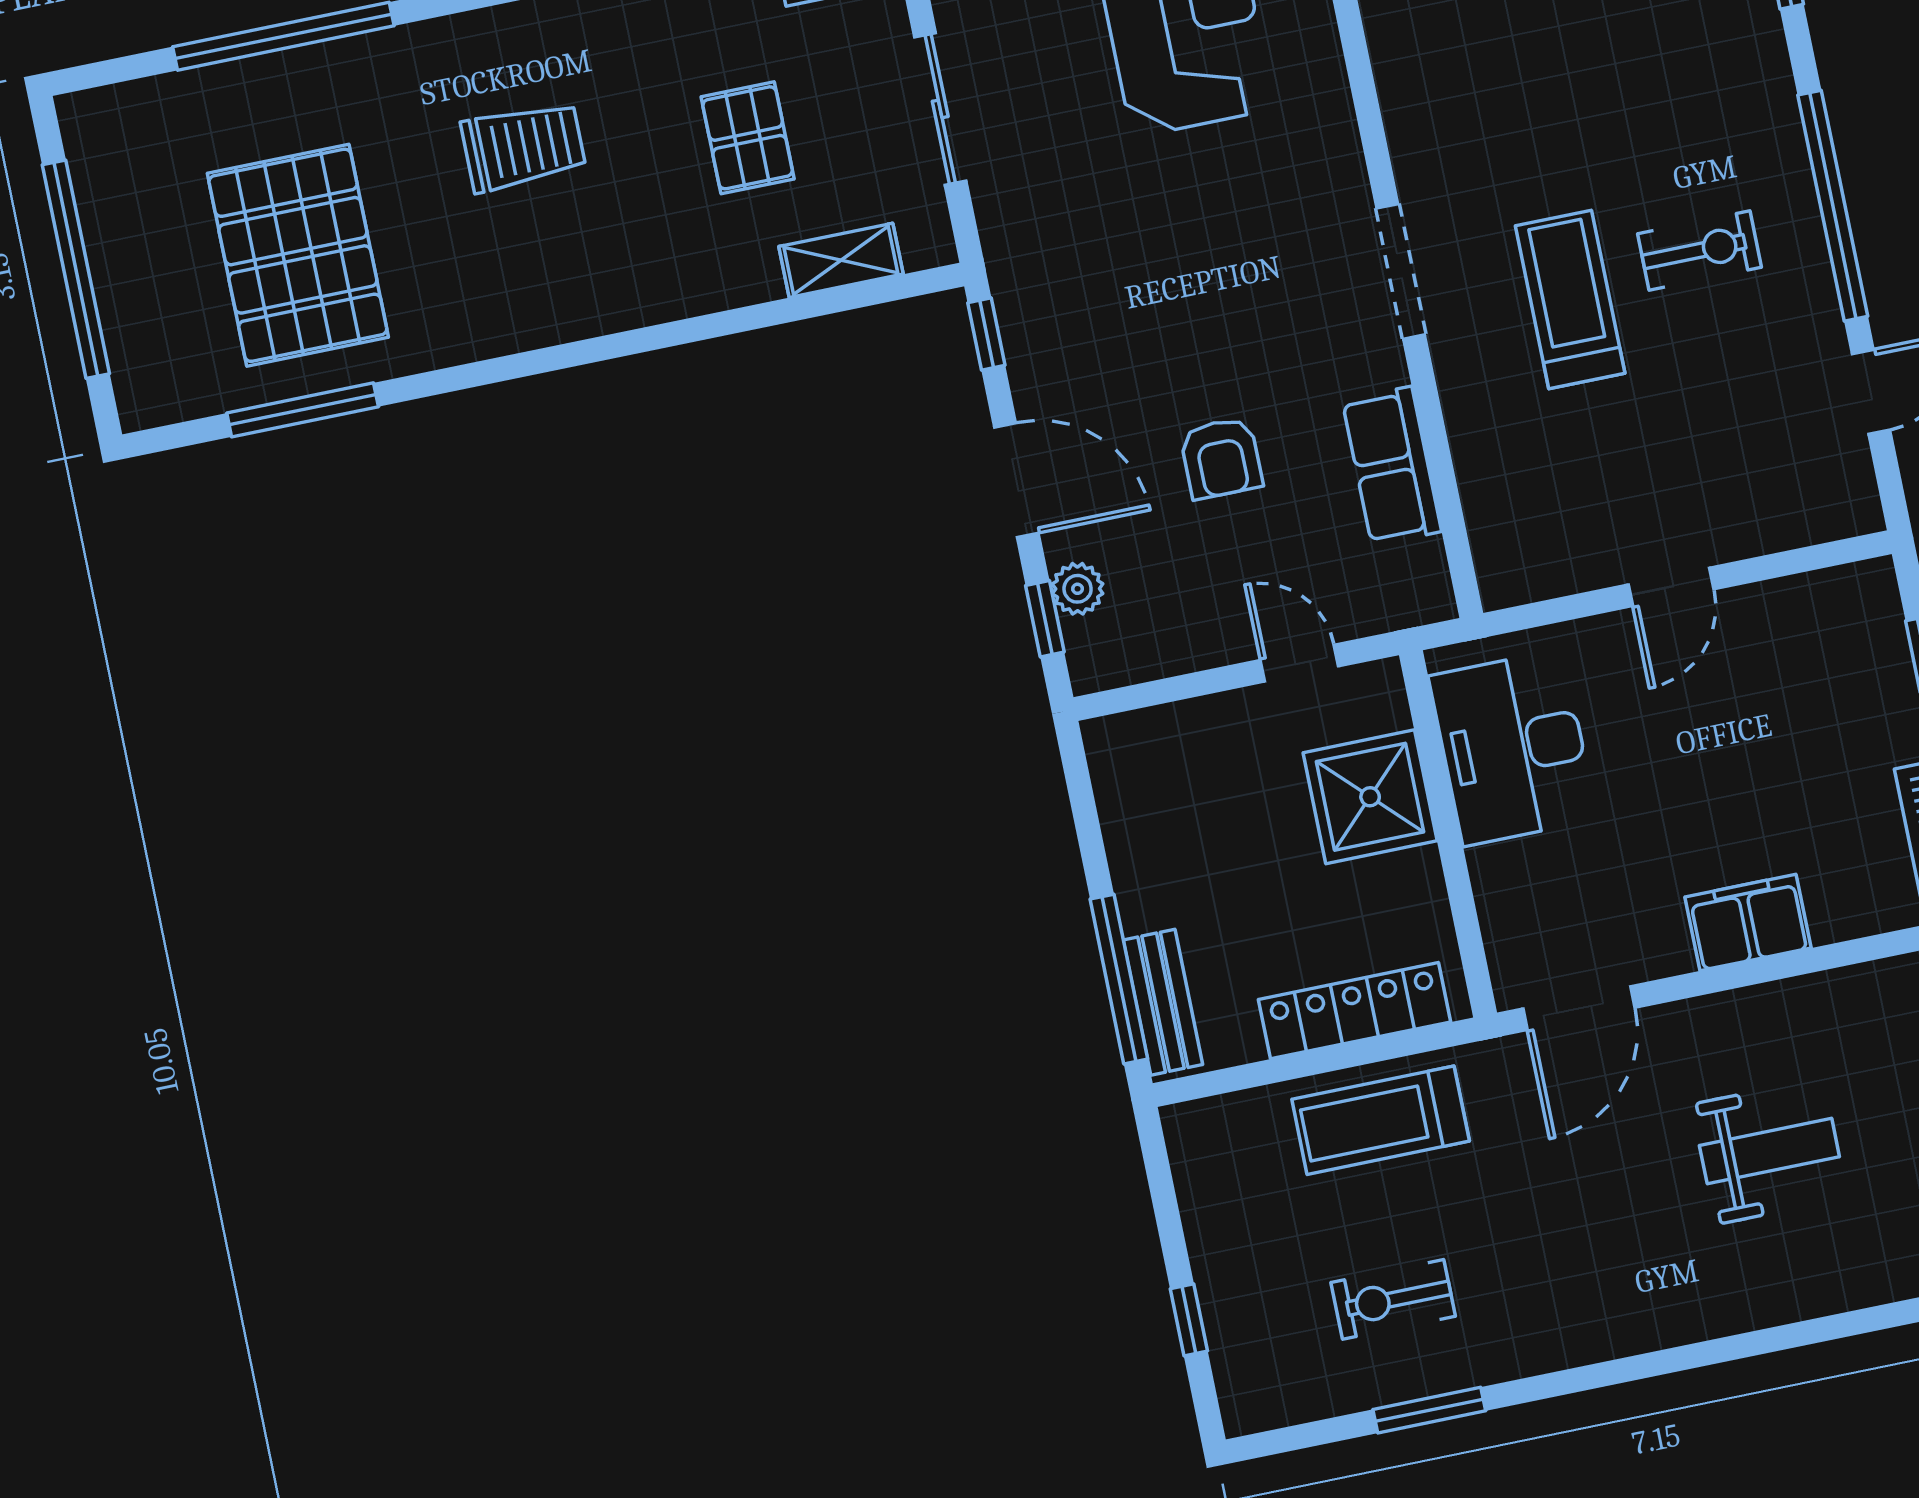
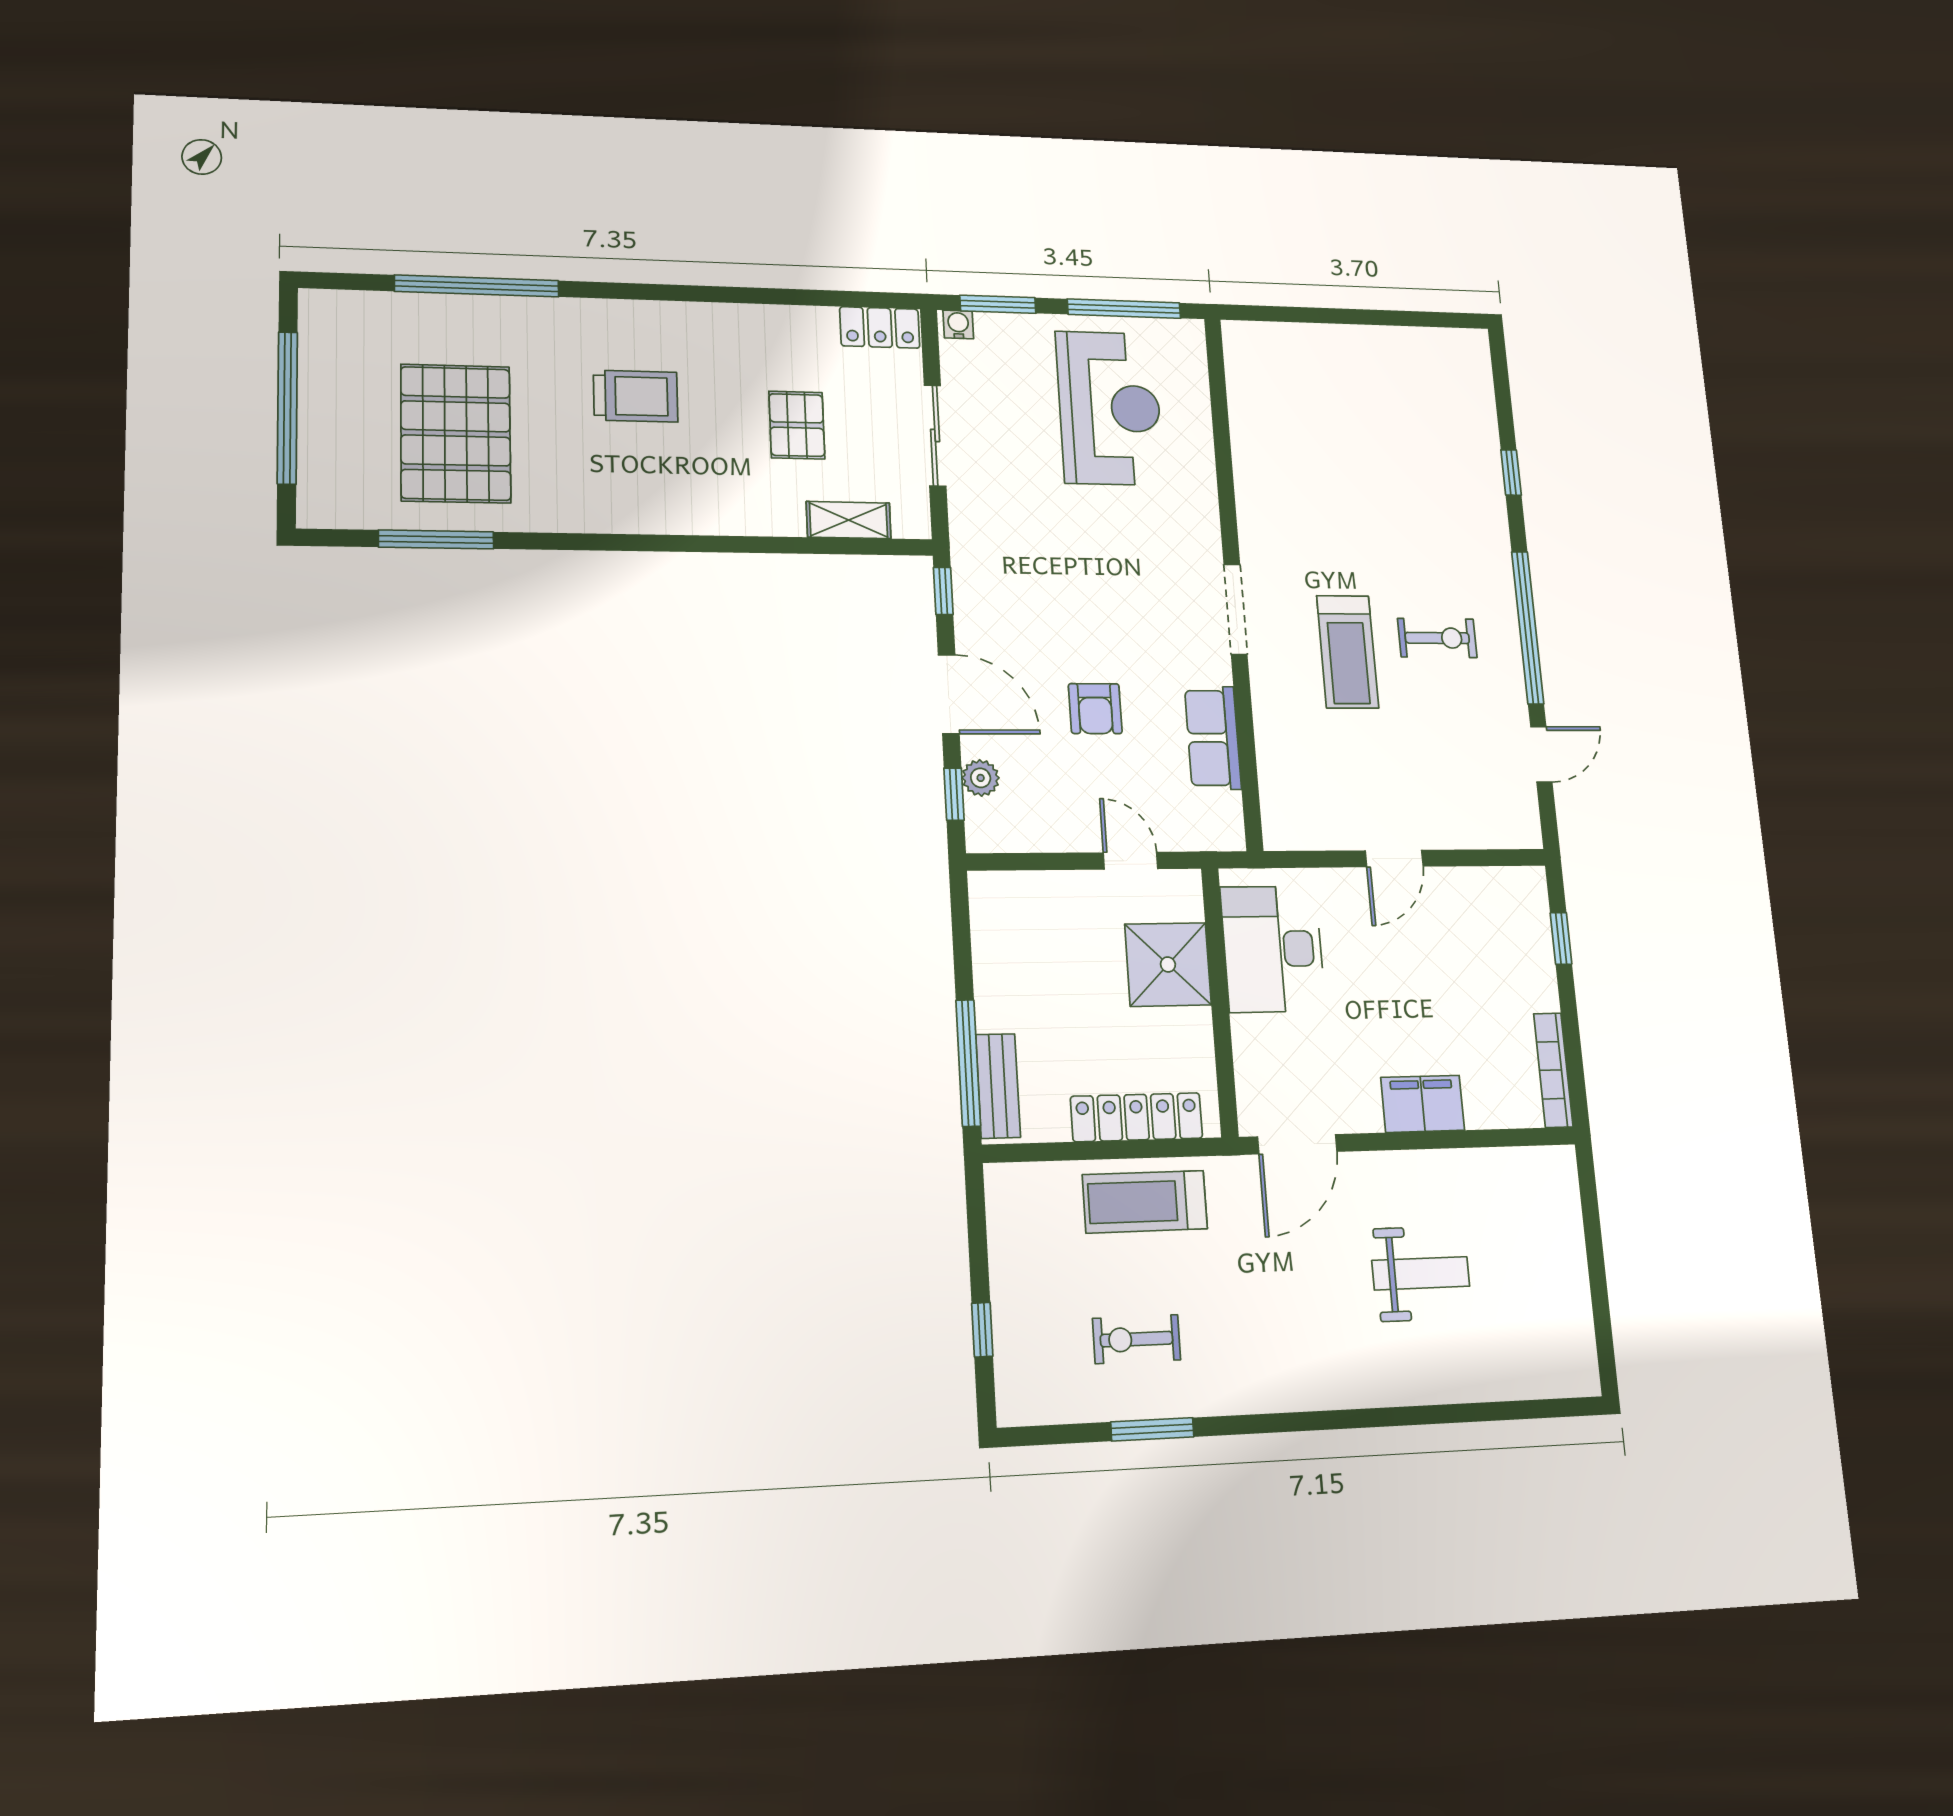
treadmill: (1570, 299) -> (1348, 652), turned 180

